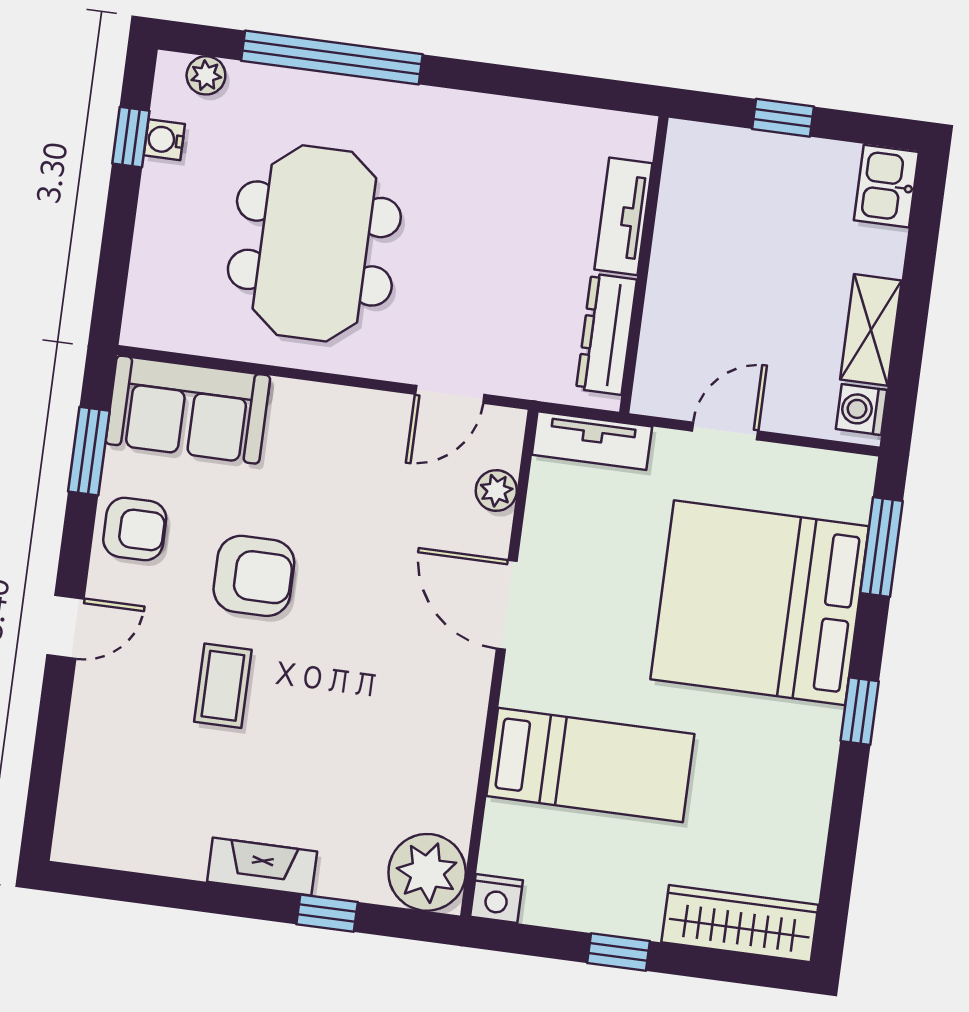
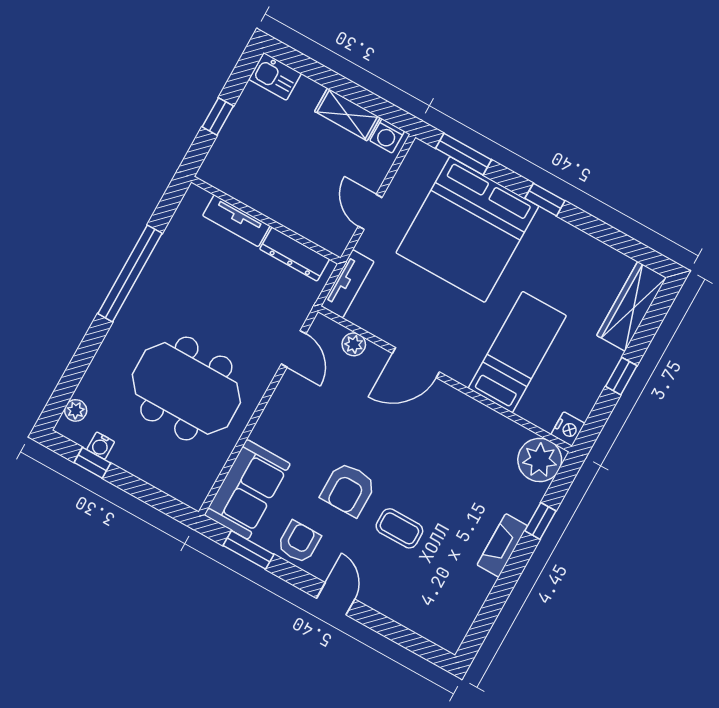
window: (332, 57) -> (130, 273), moved
armchair: (254, 576) -> (348, 489), turned 180

